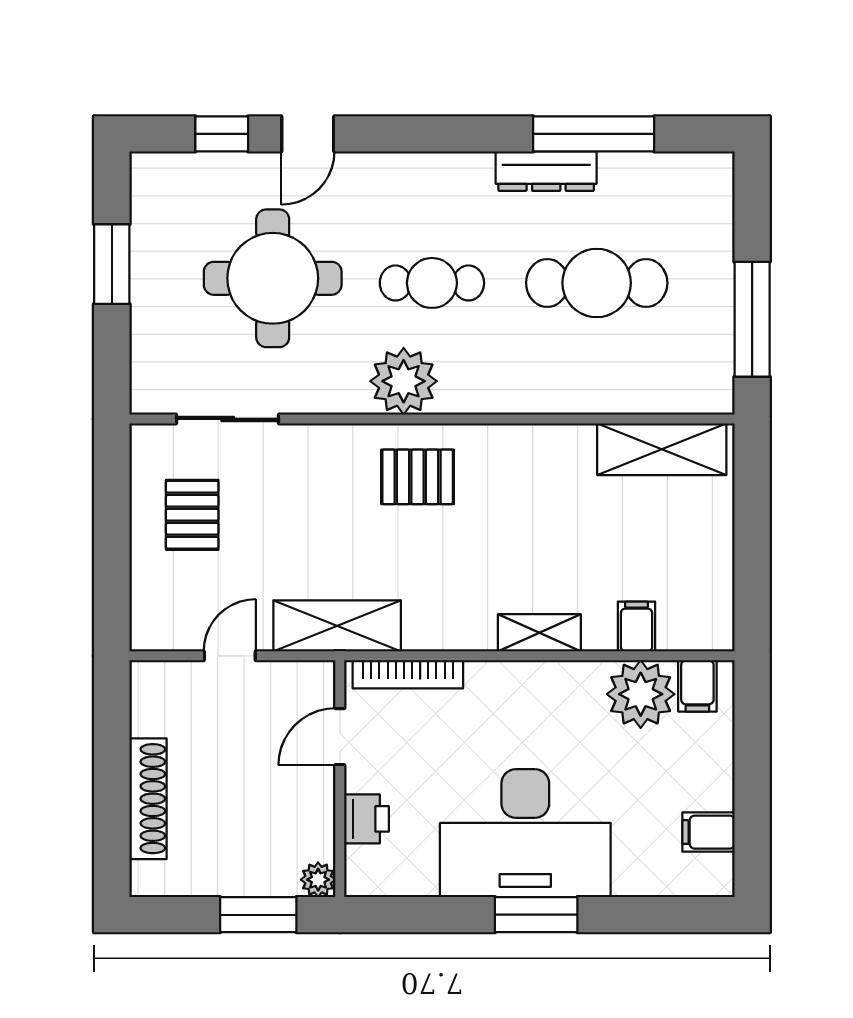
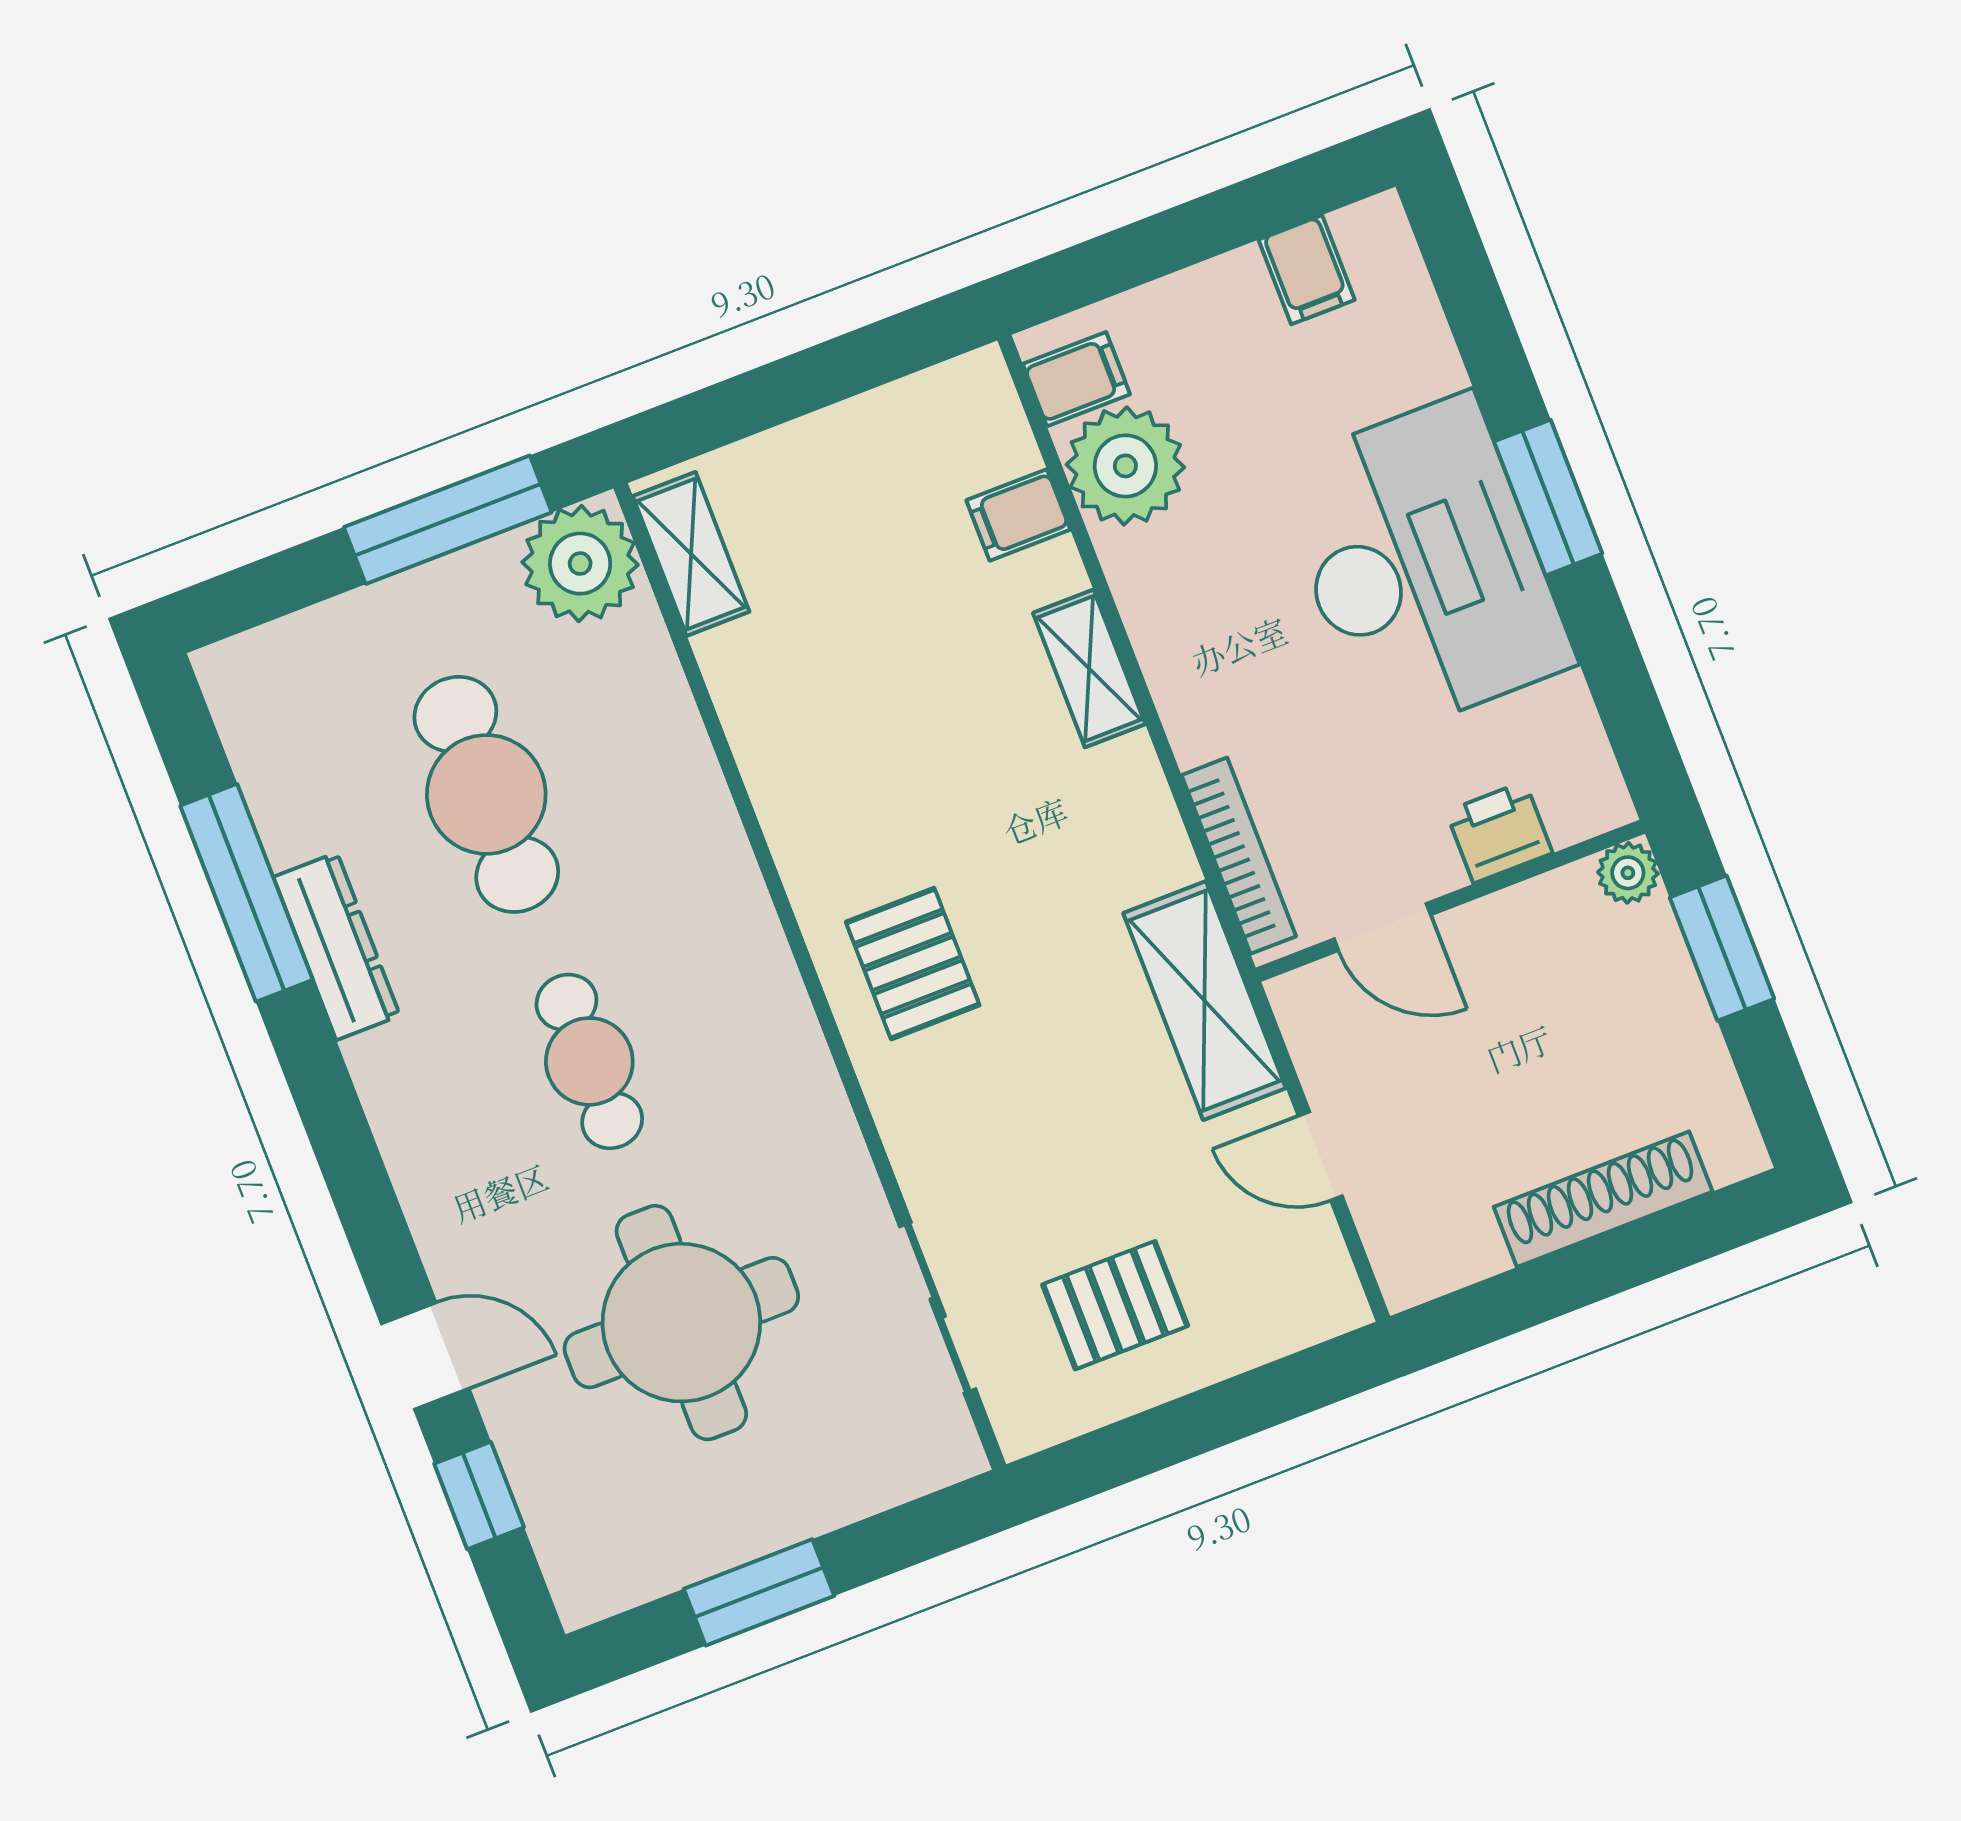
plant: (404, 381) -> (580, 564), moved
shelving: (662, 449) -> (691, 554), width x0.67, depth x0.75

